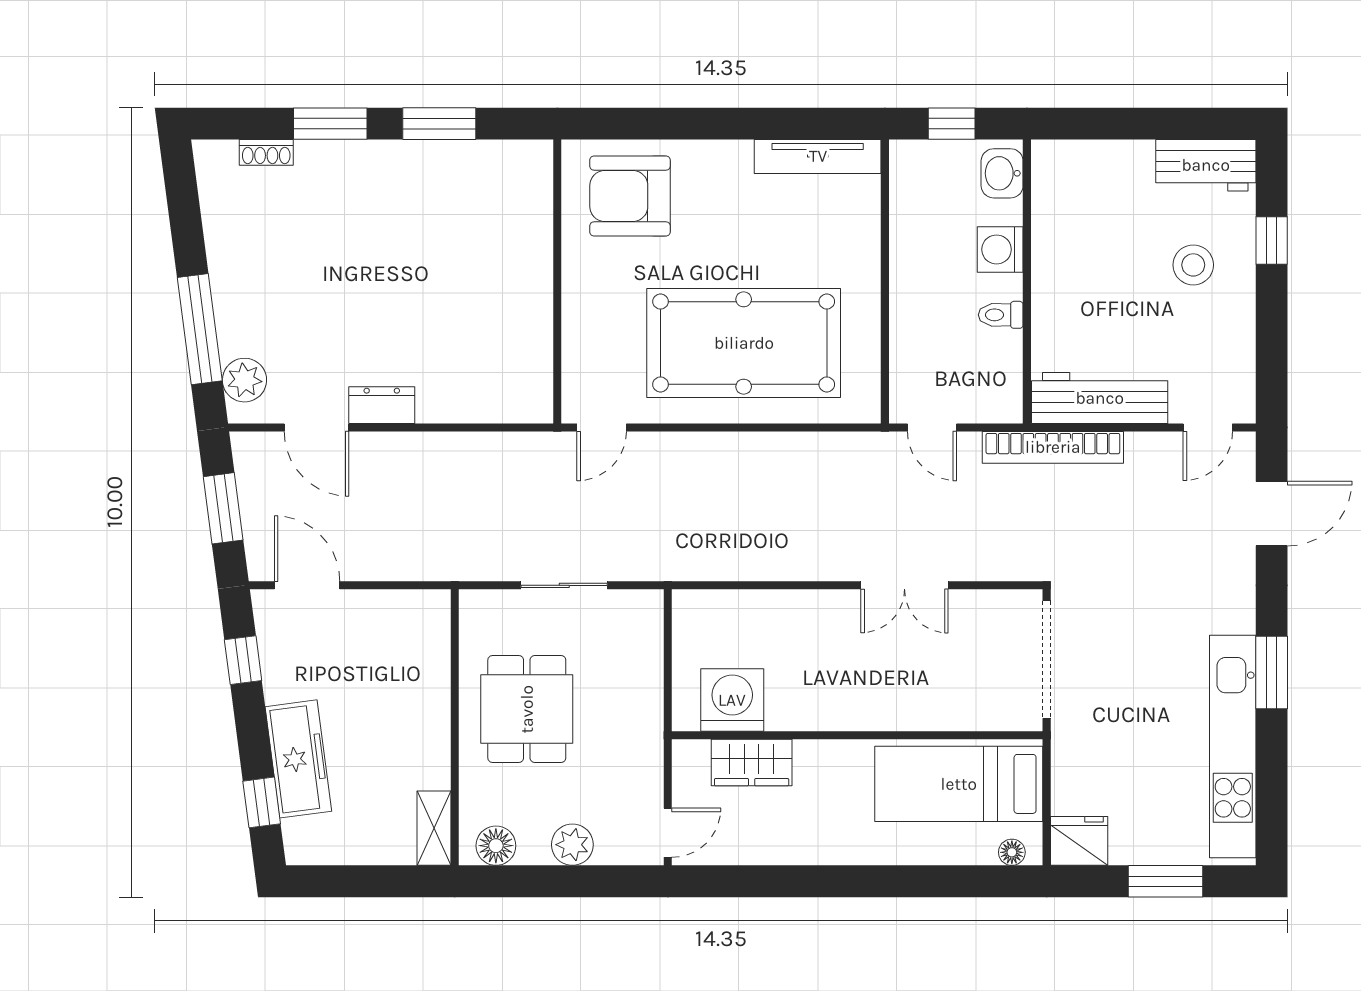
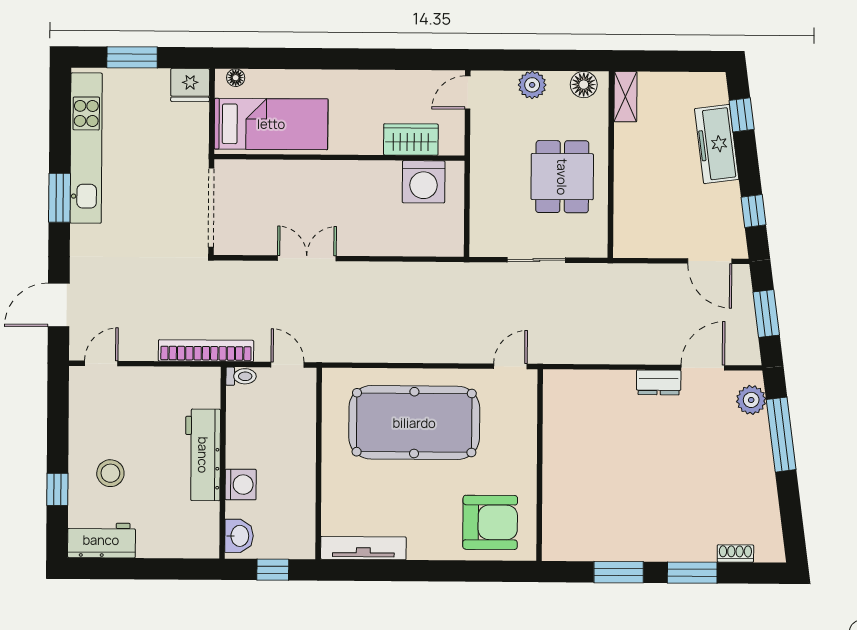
toilet: (1001, 315) -> (241, 376), moved
workbench: (1100, 398) -> (203, 455), moved, turned 90
door: (316, 427) -> (703, 368), hinge flipped

